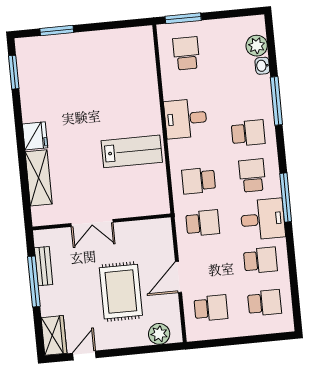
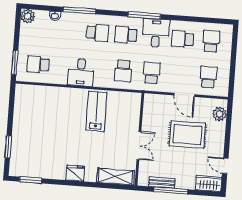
plant: (257, 46) -> (28, 16), moved
school desk: (248, 133) -> (98, 33), turned 90
shelving: (39, 178) -> (116, 177), moved
school desk: (260, 260) -> (183, 39), turned -90

